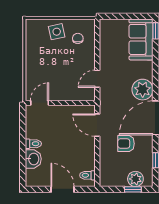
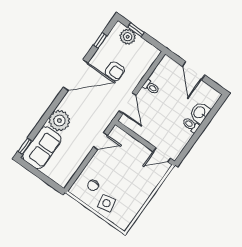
plant: (143, 90) -> (59, 121), moved
toilet: (87, 175) -> (151, 87), moved

